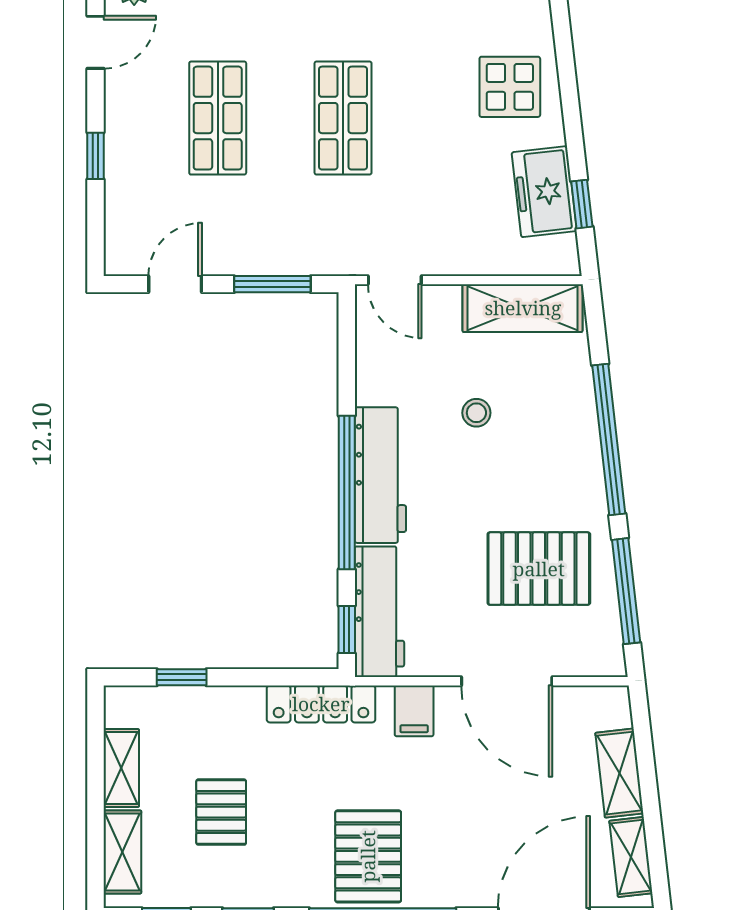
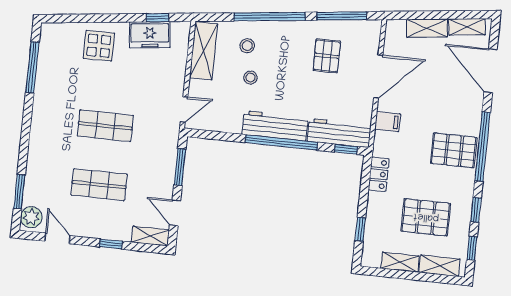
shelving: (121, 237) -> (150, 236), added
stool: (543, 399) -> (247, 46), added
pallet: (539, 569) -> (327, 56), width x0.67, depth x0.71
locker: (321, 704) -> (379, 174), width x0.66
pallet: (221, 812) -> (426, 217), width x1.50, depth x1.42

